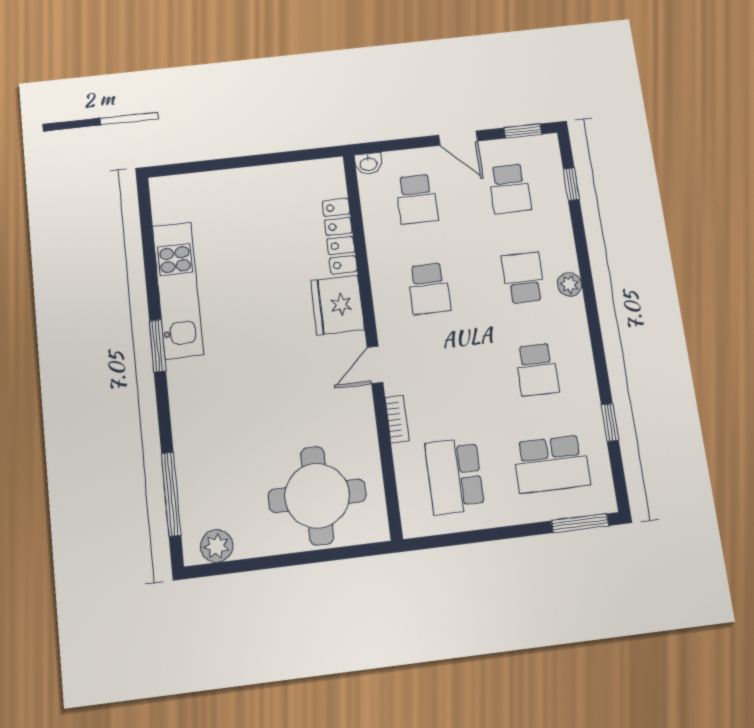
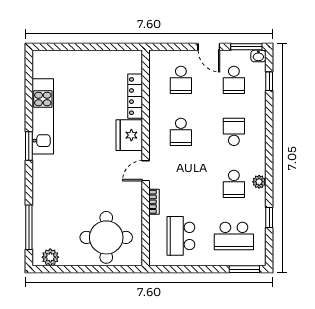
window: (523, 131) -> (246, 47), width x1.50
washbasin: (369, 164) -> (258, 56), moved
plant: (570, 285) -> (259, 182), moved

